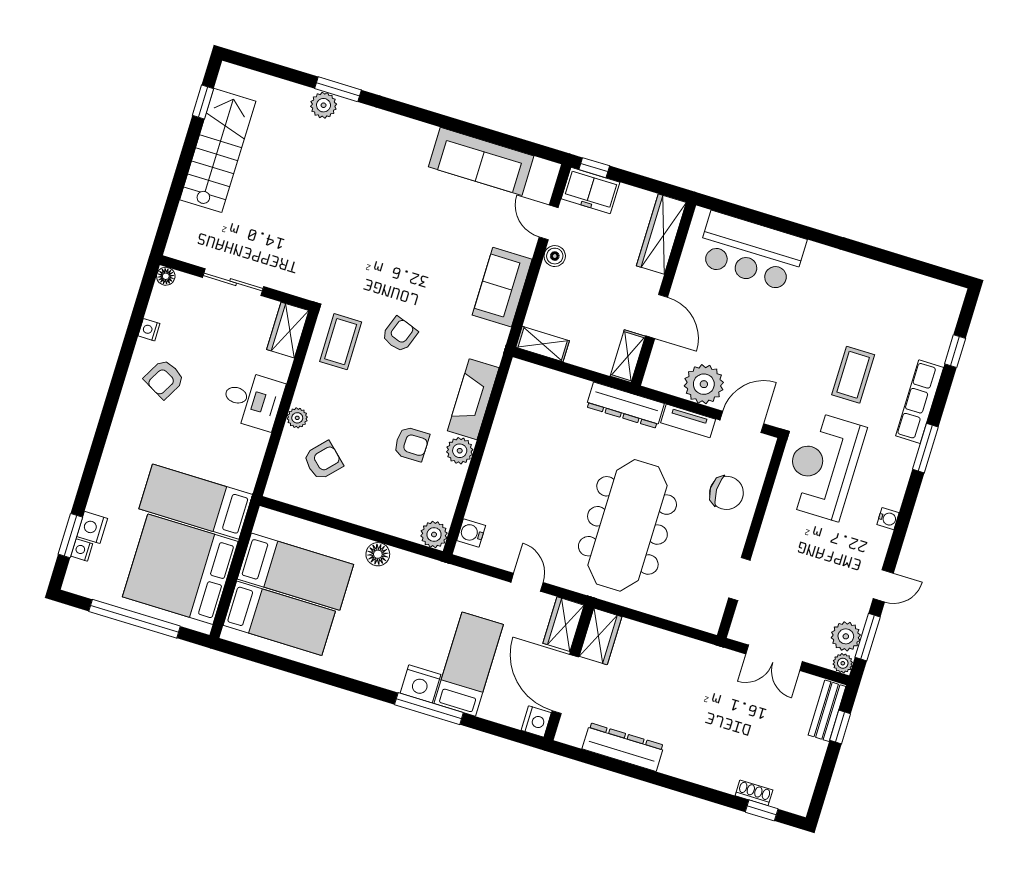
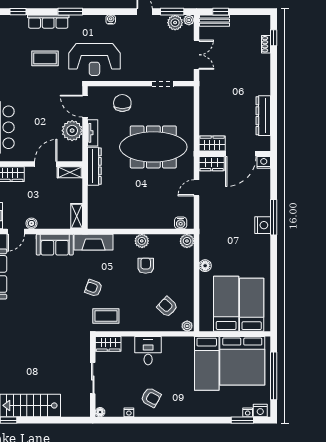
fireplace: (473, 399) -> (94, 242), moved
plant: (297, 418) -> (187, 326), moved
nightstand: (92, 527) -> (260, 411), moved
bed: (469, 664) -> (246, 204), removed

